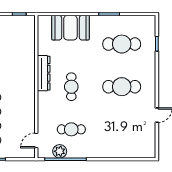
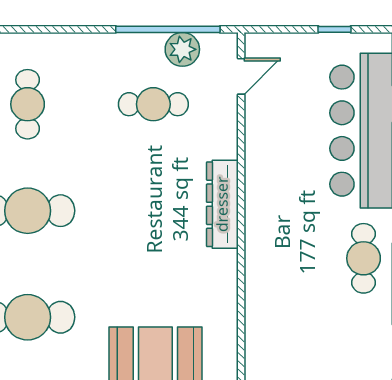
dresser: (44, 73) -> (222, 204), moved
cafe table: (71, 87) -> (28, 104), moved

